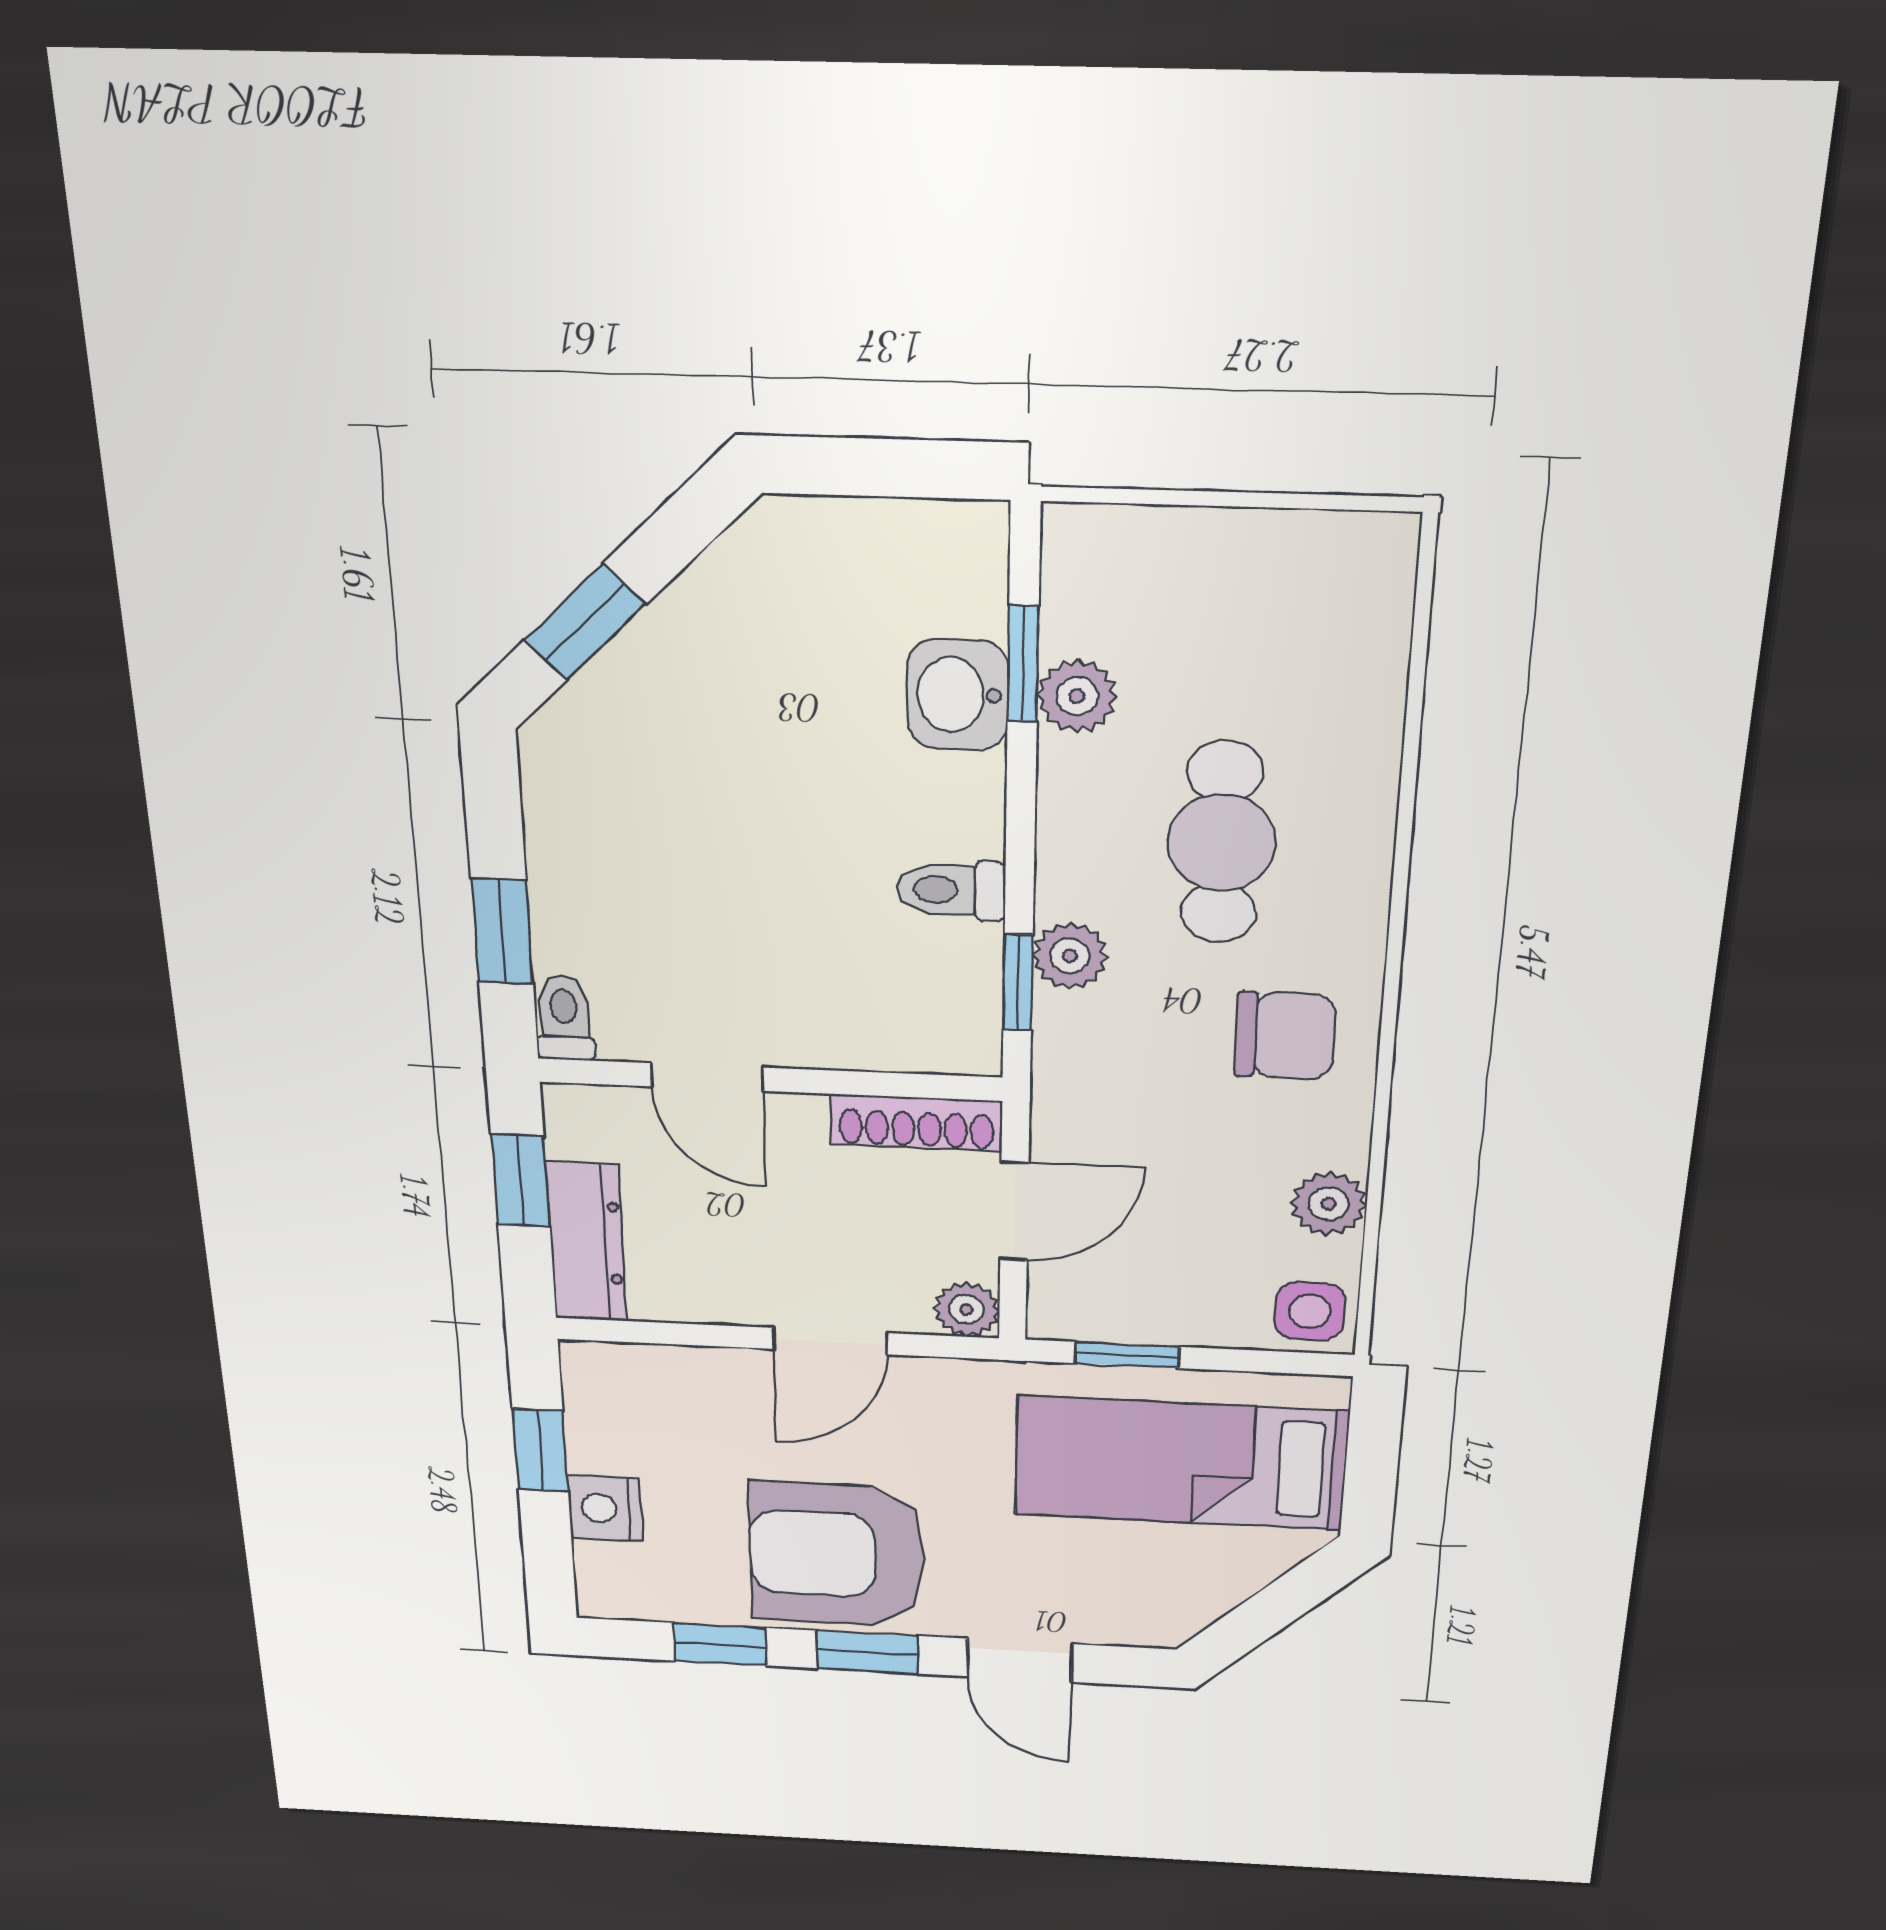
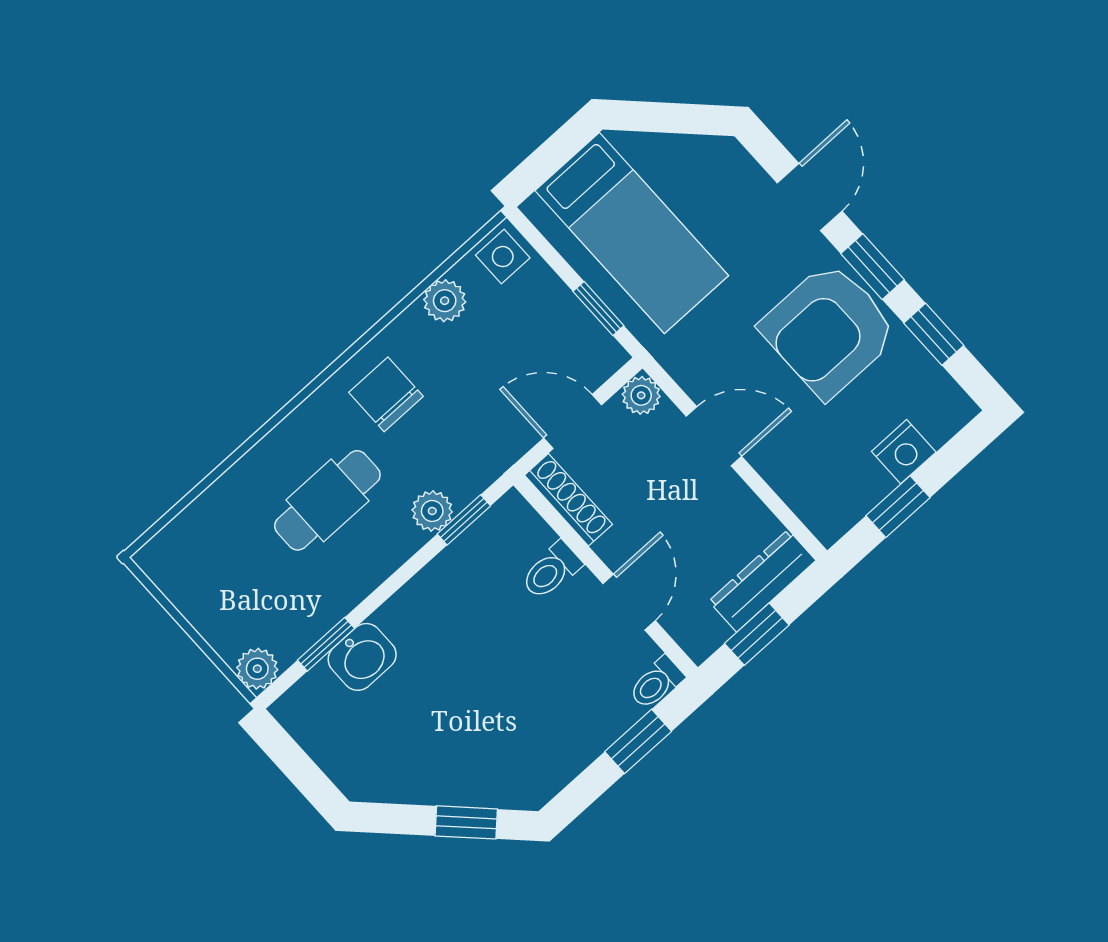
plant: (1077, 696) -> (257, 669), moved
toilet: (951, 890) -> (551, 571), moved, turned 90
armchair: (837, 1555) -> (829, 330), turned 90

